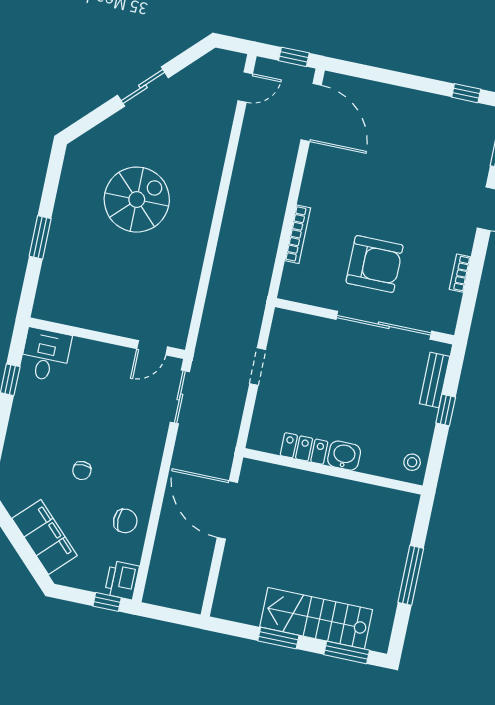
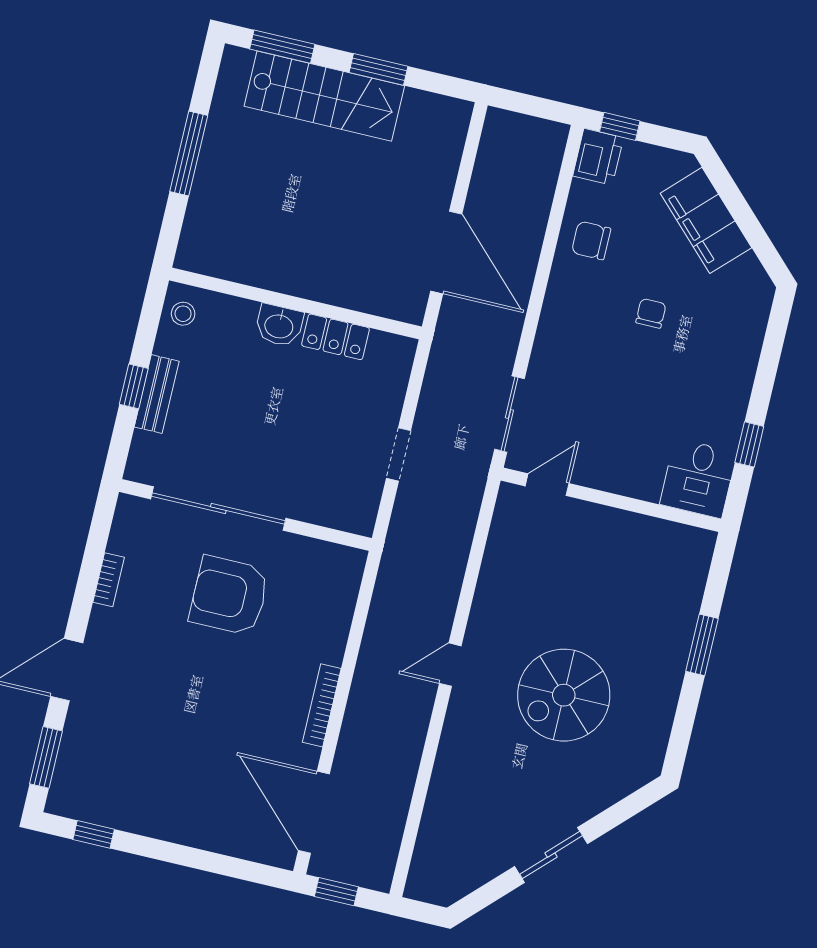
door: (245, 87) -> (450, 665), moved
bookcase: (298, 234) -> (322, 705), moved
bench: (435, 380) -> (157, 394), moved

